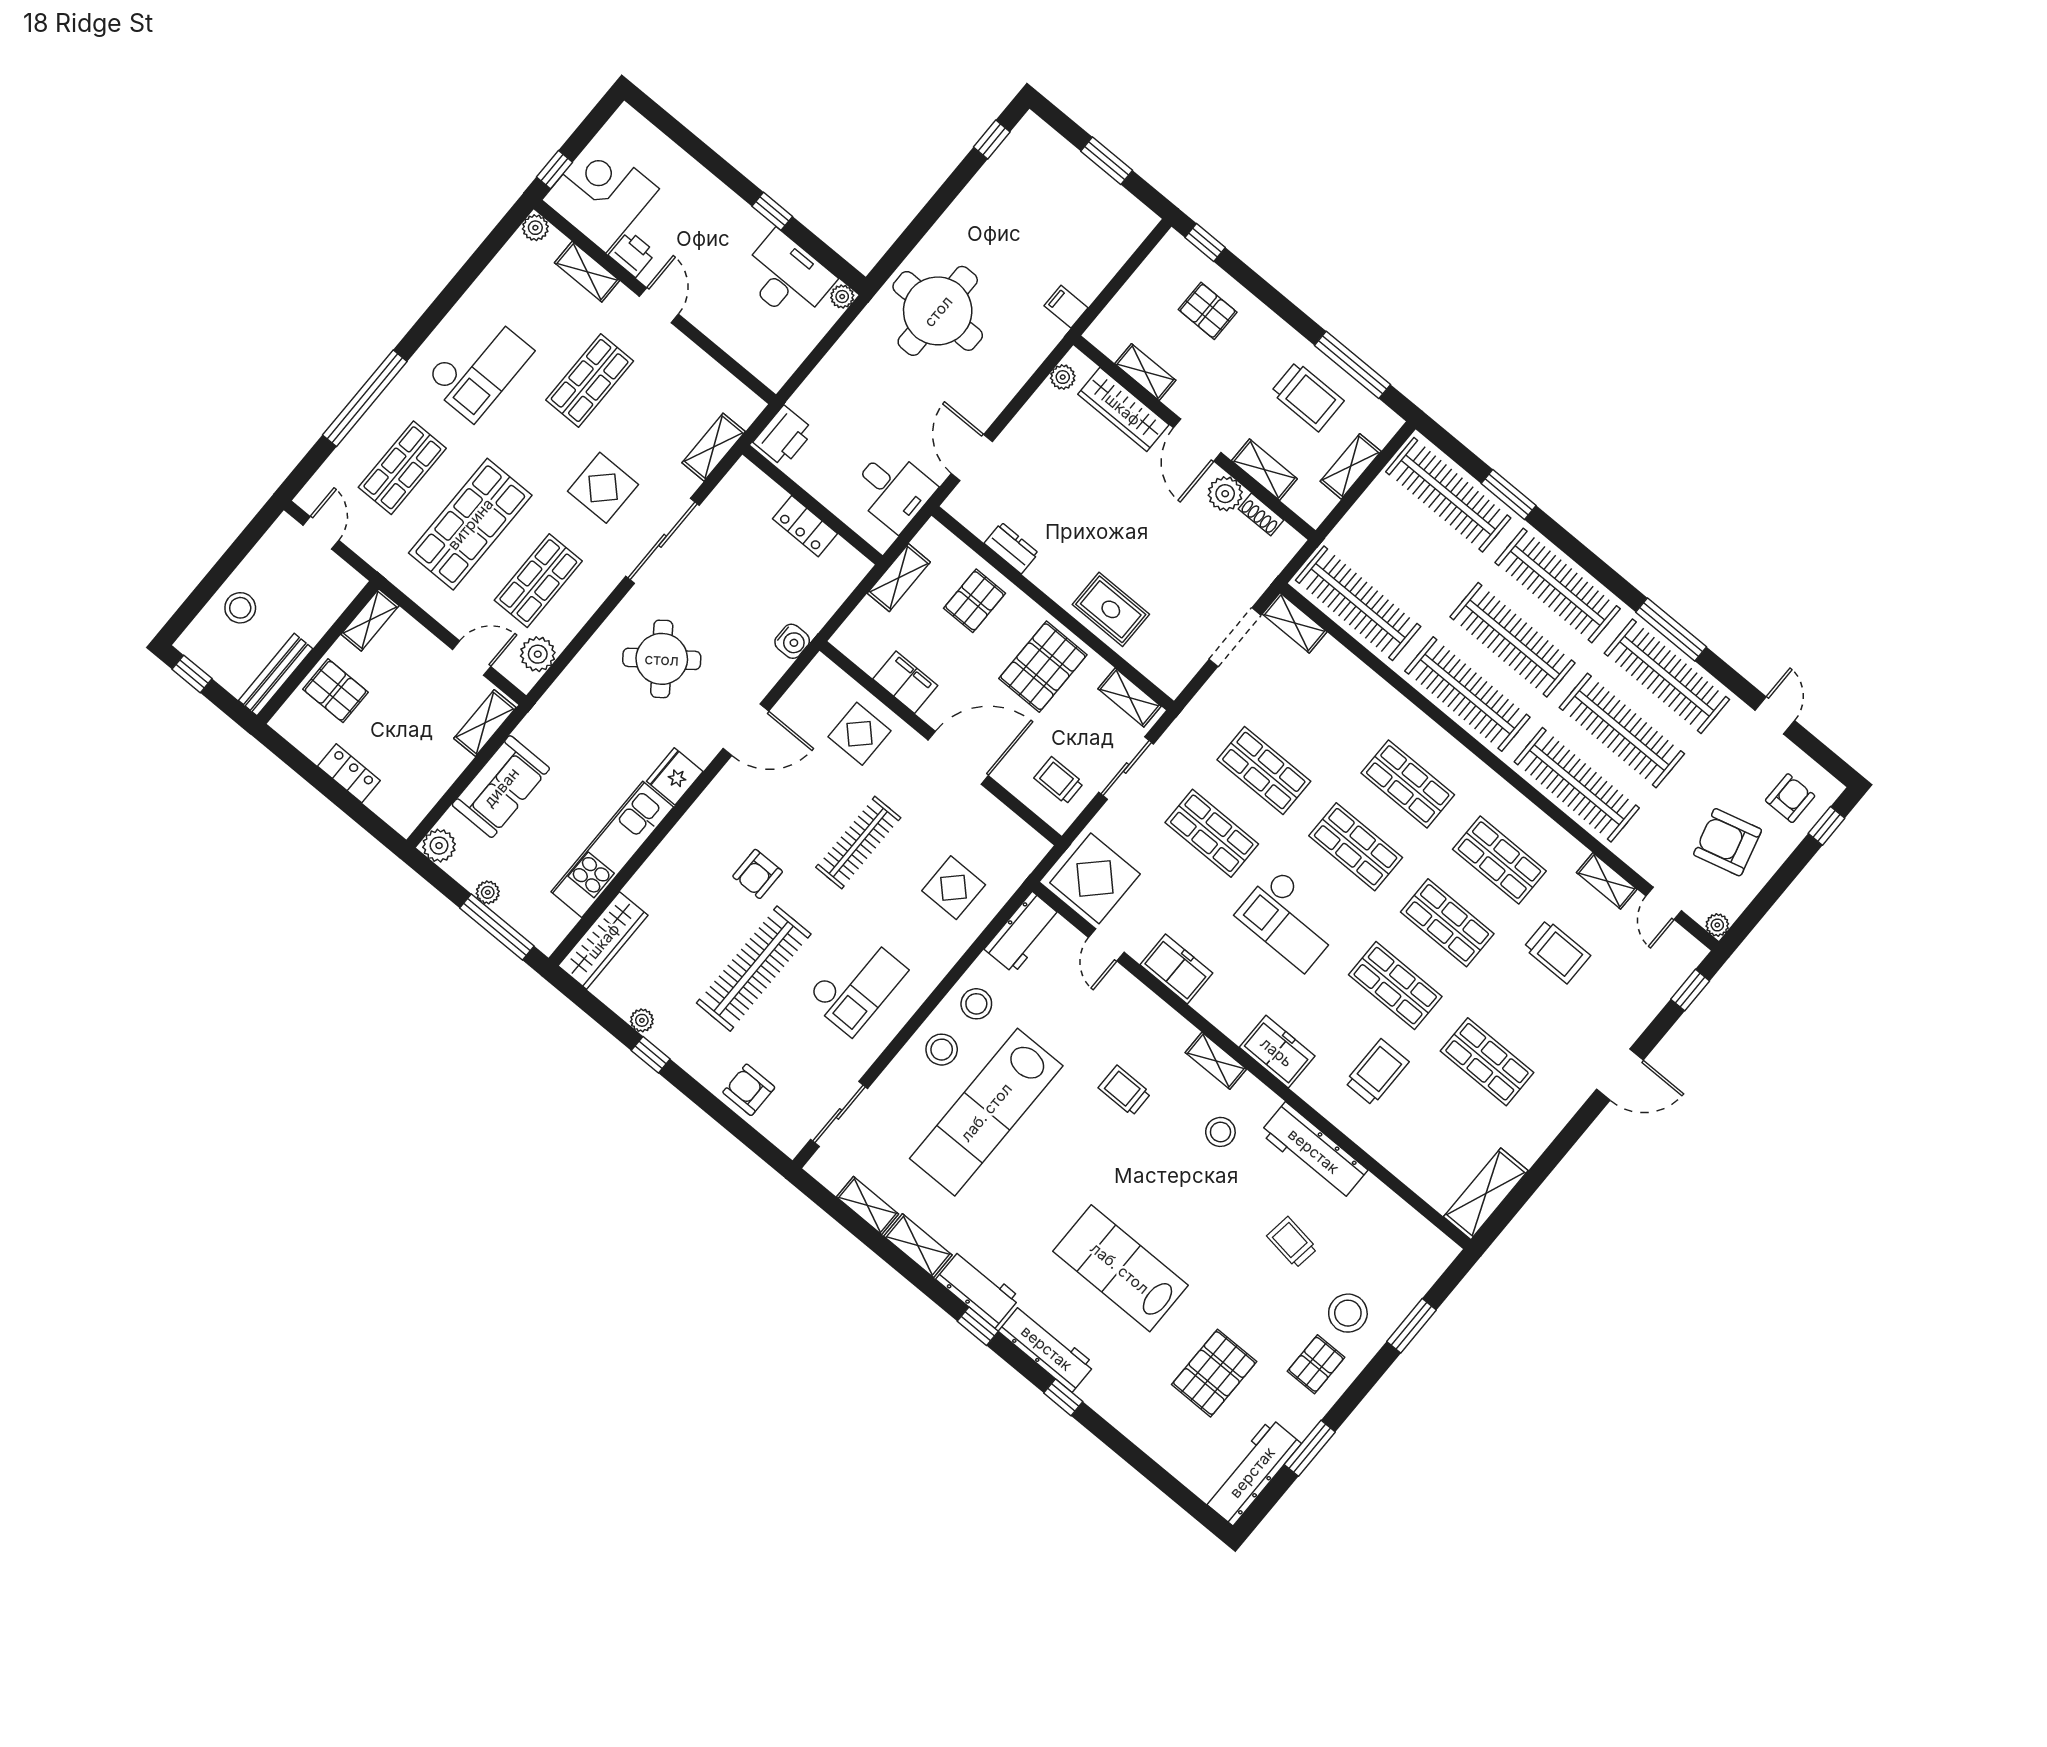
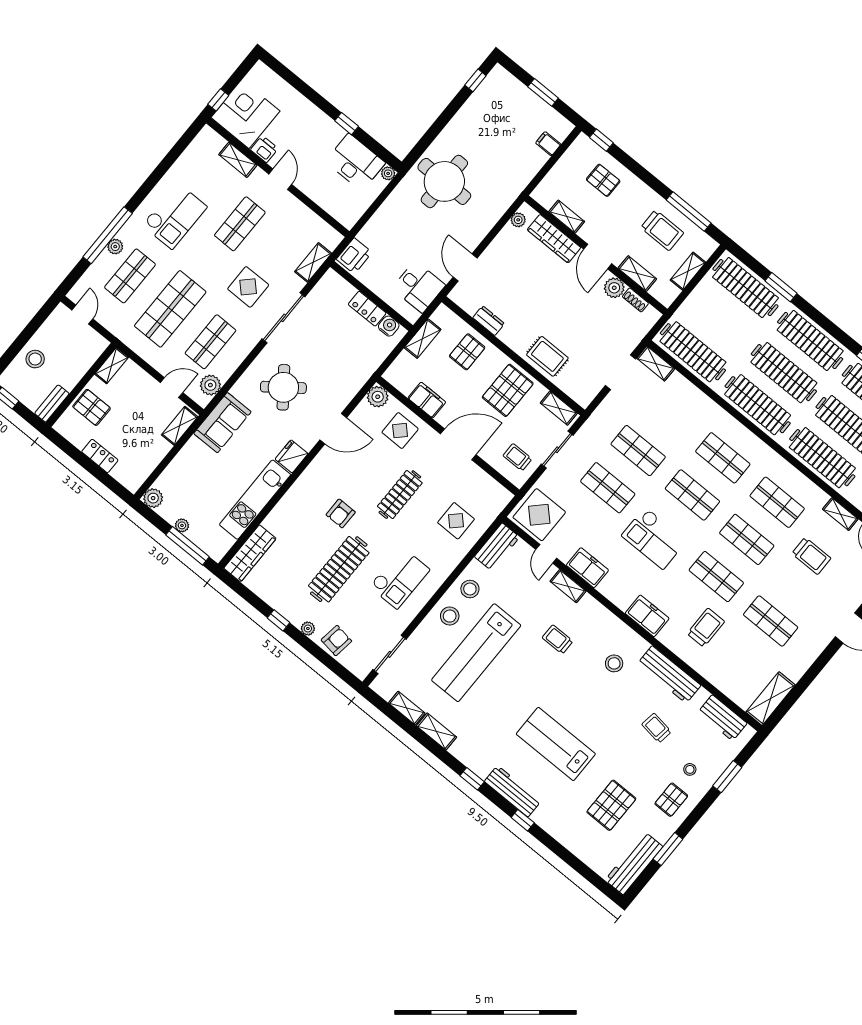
plant: (535, 228) -> (115, 247), moved
filing cabinet: (1066, 307) -> (548, 144), moved
water cooler: (792, 641) -> (389, 326), moved, turned -90
bench: (276, 675) -> (52, 403), width x0.73
plant: (822, 676) -> (378, 397), added
sofa: (501, 787) -> (222, 423), moved
plant: (642, 1020) -> (308, 629), moved
shelving: (1216, 1061) -> (568, 586), moved
armchair: (749, 1090) -> (336, 641), turned 98
workbench: (978, 1288) -> (722, 718), moved, turned 180
stool: (1348, 1313) -> (690, 769), width x0.53, depth x0.53

